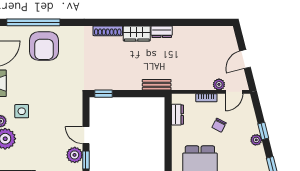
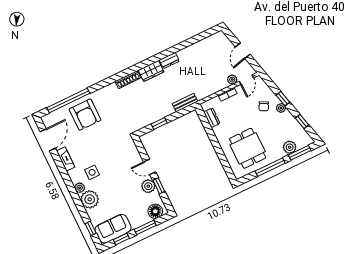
window: (104, 94) -> (159, 123), moved
chair: (219, 125) -> (264, 106), moved

